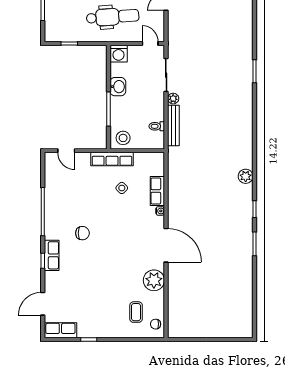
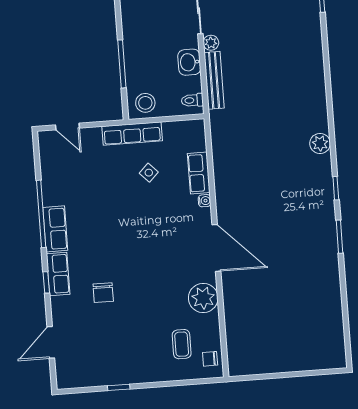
washbasin: (118, 87) -> (189, 62), moved, turned 180
toilet: (157, 126) -> (192, 100), moved
chair: (82, 233) -> (103, 293), moved, turned 90
row of seats: (60, 330) -> (55, 229), moved, turned 90

